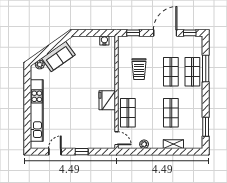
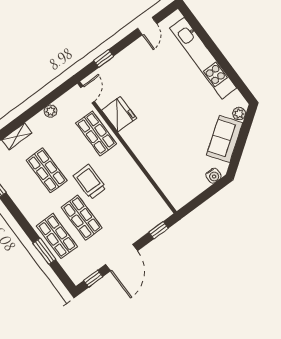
water cooler: (104, 41) -> (214, 176), moved
window: (206, 68) -> (44, 251), width x0.69
trolley: (139, 69) -> (90, 182), moved
fridge: (107, 100) -> (119, 114), moved
door: (116, 138) -> (88, 94), swing flipped
window: (82, 152) -> (104, 58), moved

